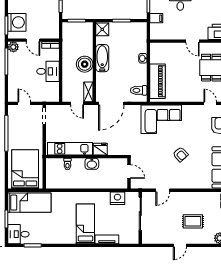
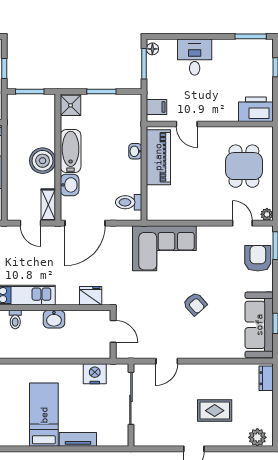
filing cabinet: (156, 18) -> (156, 107), moved
door: (193, 41) -> (187, 124), moved
washbasin: (102, 79) -> (70, 185), added
piano: (158, 81) -> (158, 157), moved
fridge: (100, 149) -> (91, 296), moved

